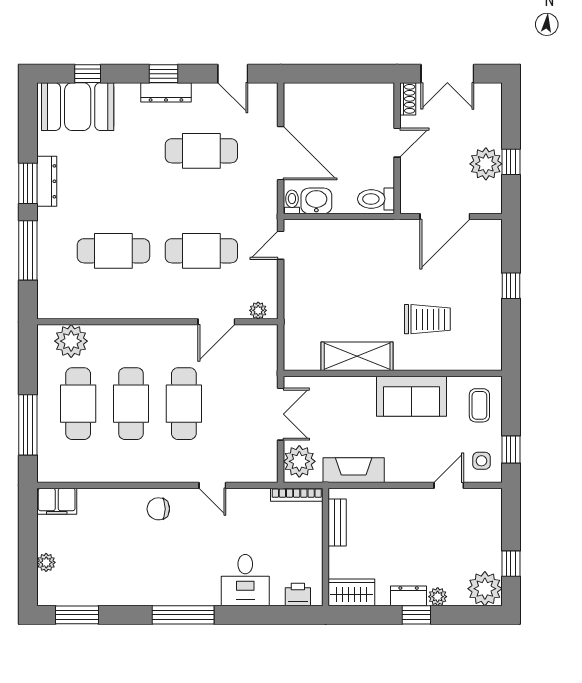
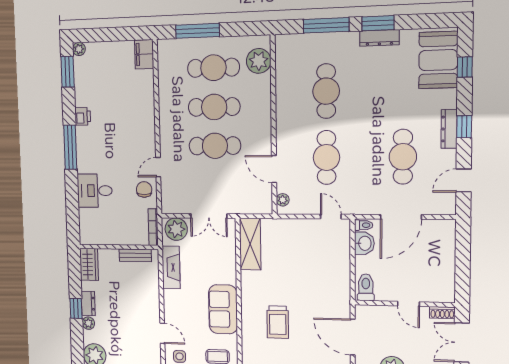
shelving: (357, 356) -> (250, 244), moved
chair: (158, 509) -> (144, 189), moved
plant: (46, 562) -> (79, 49), moved
printer: (298, 595) -> (83, 116), moved

